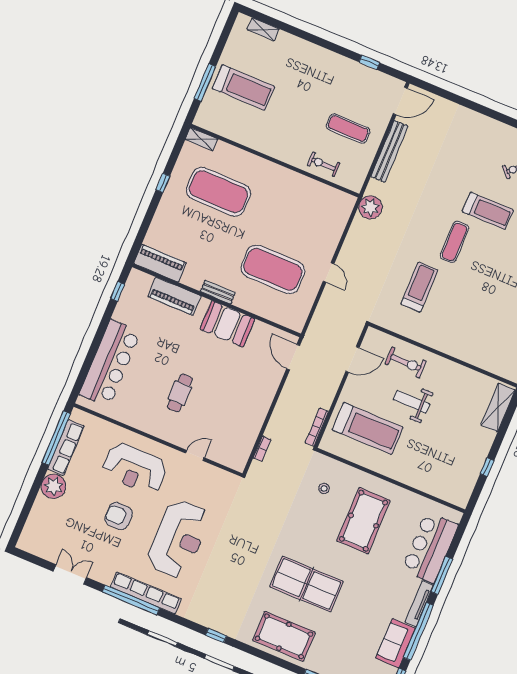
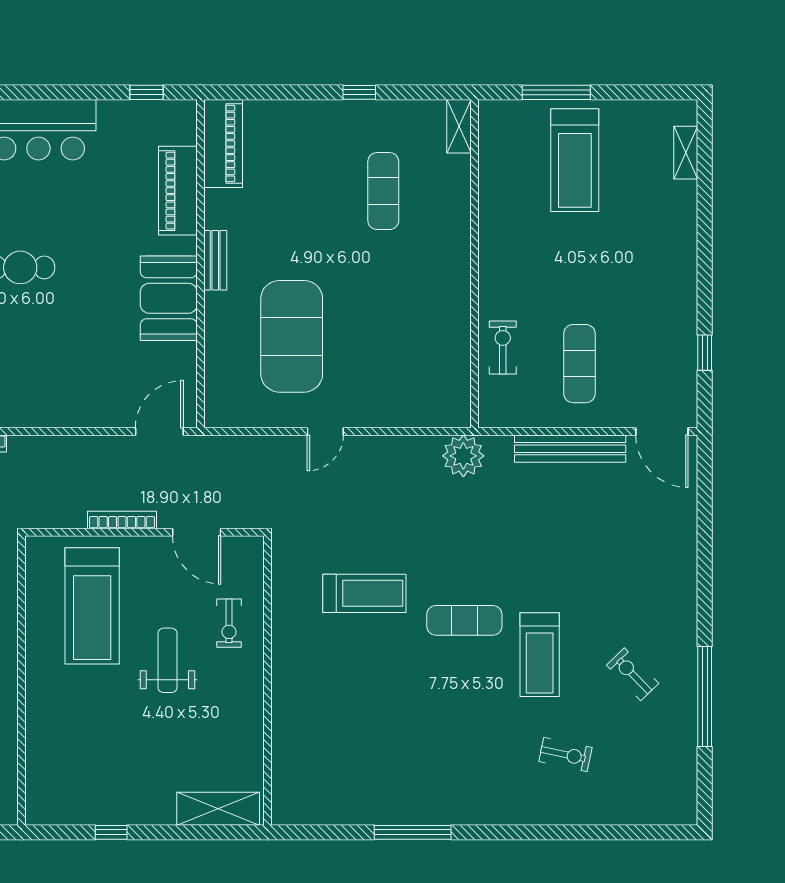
exercise mat: (218, 192) -> (383, 191), width x0.50, depth x0.69
exercise bike: (406, 362) -> (229, 623), width x0.73, depth x0.72
bookcase: (317, 427) -> (122, 520), moved

